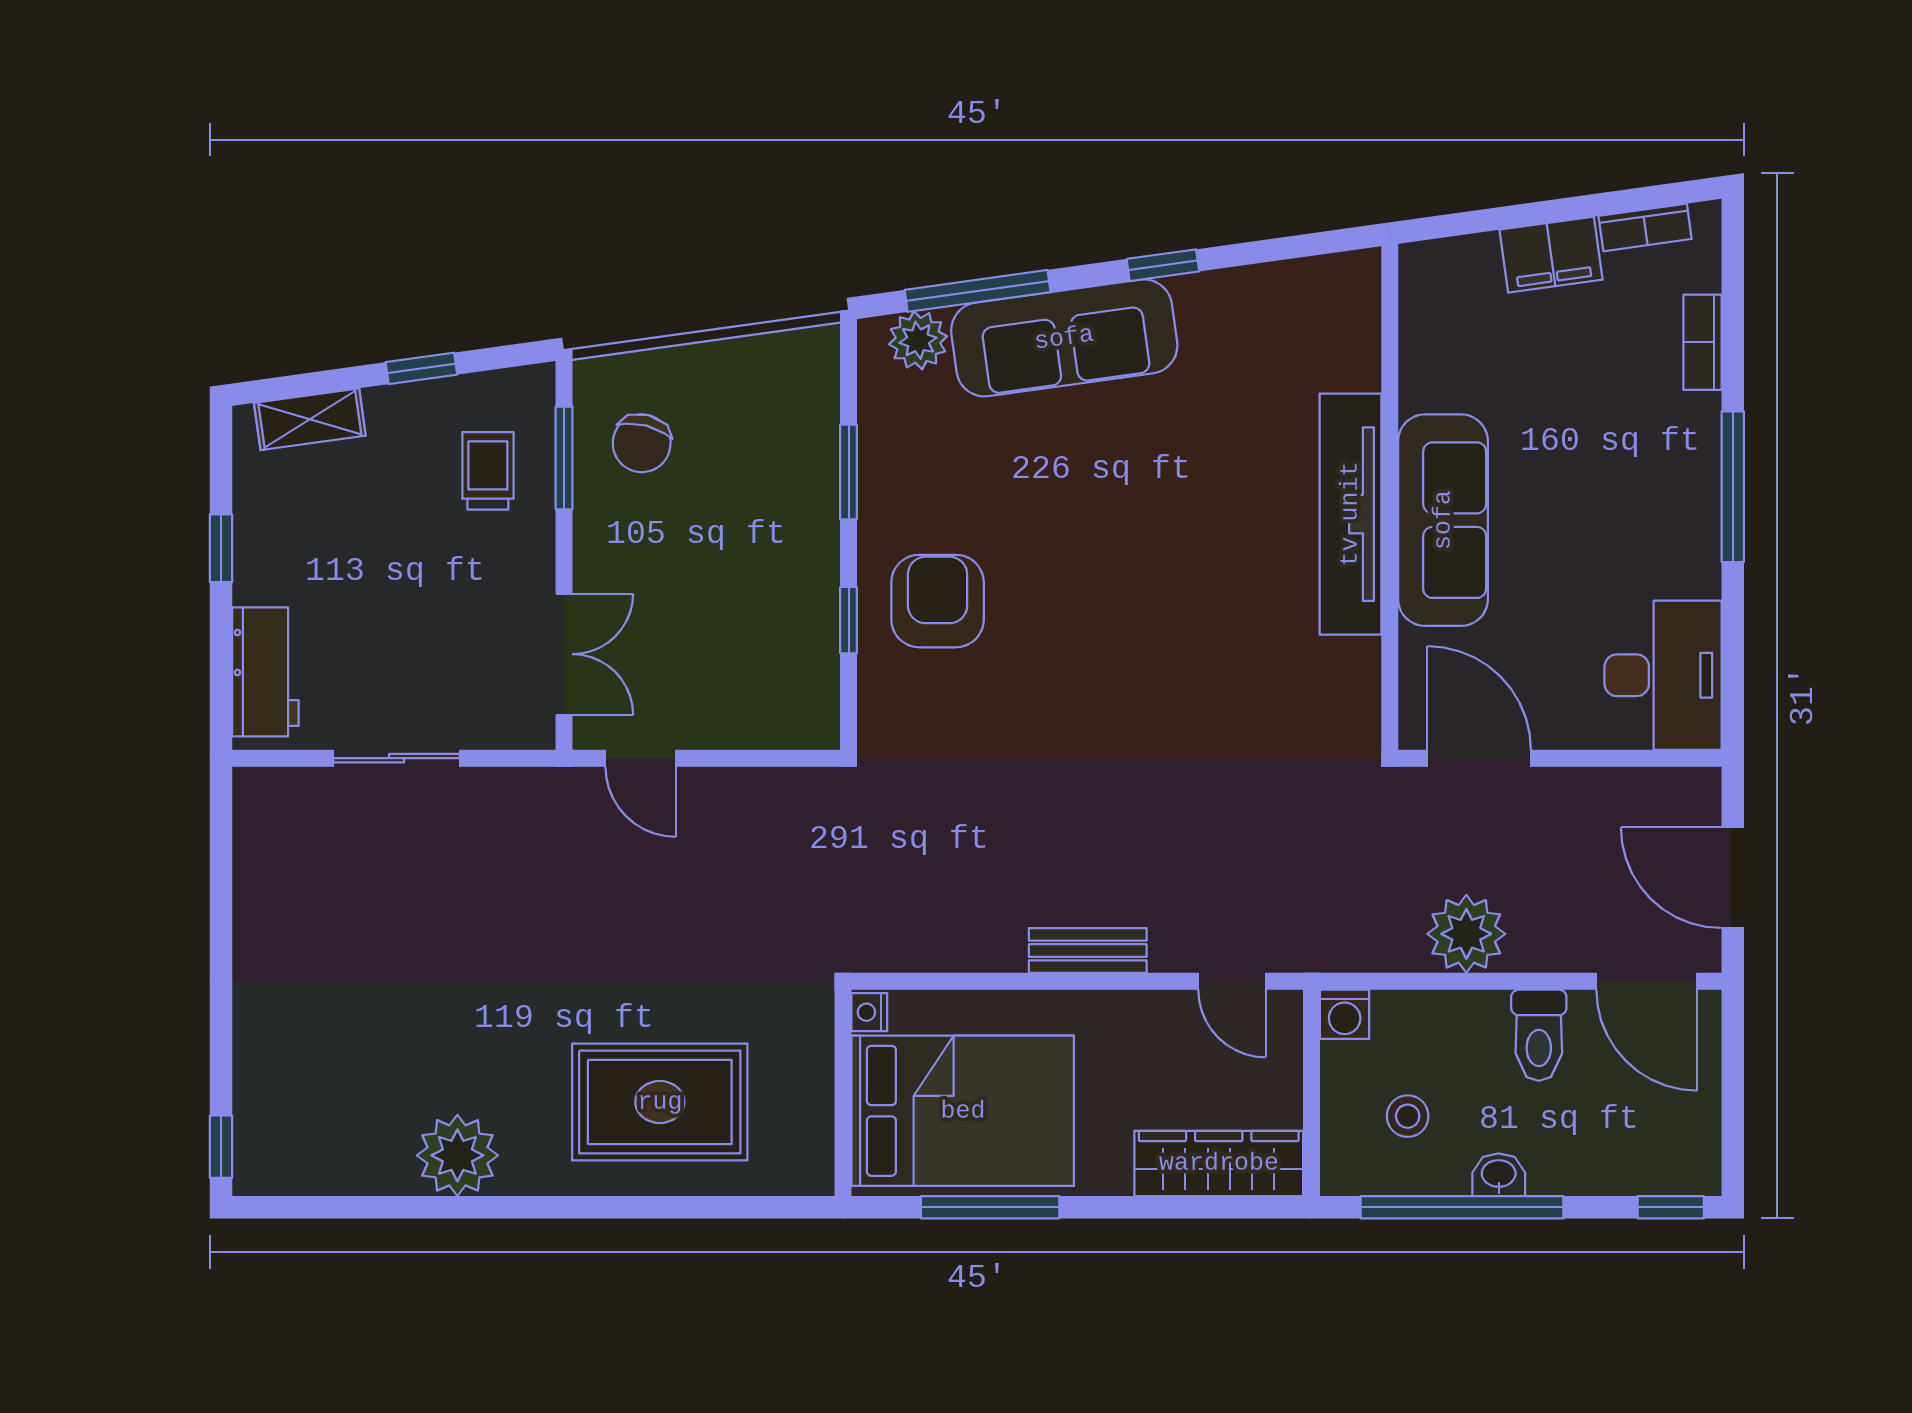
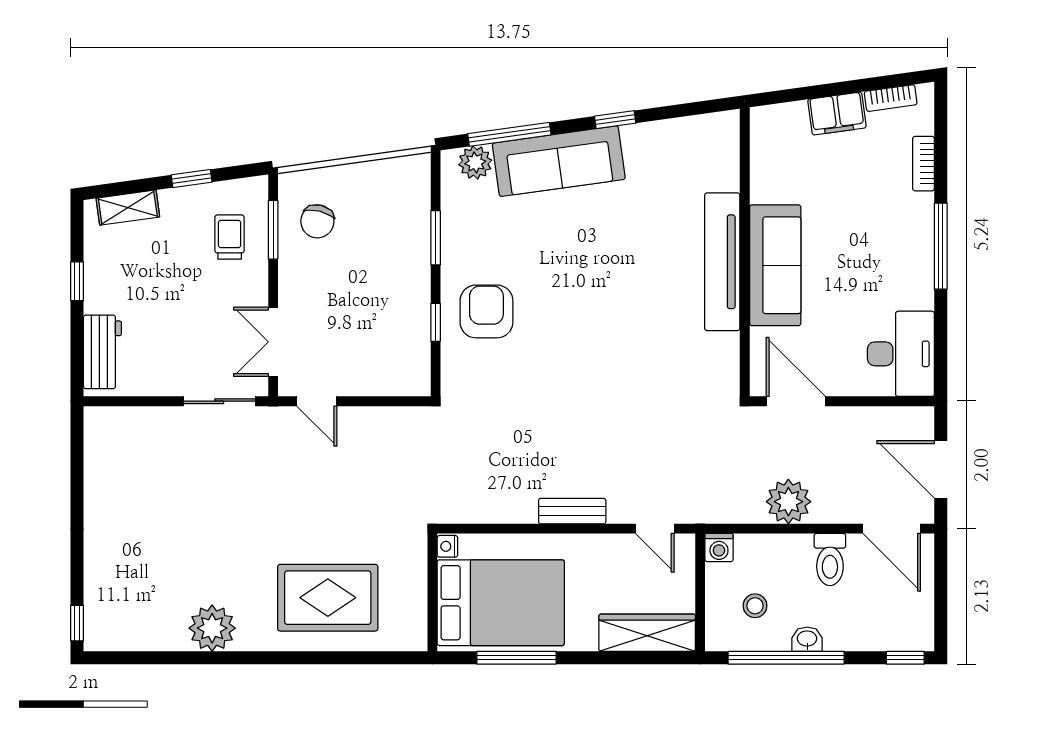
double door: (564, 654) -> (273, 342), swing flipped
sliding door: (397, 758) -> (219, 401), moved

